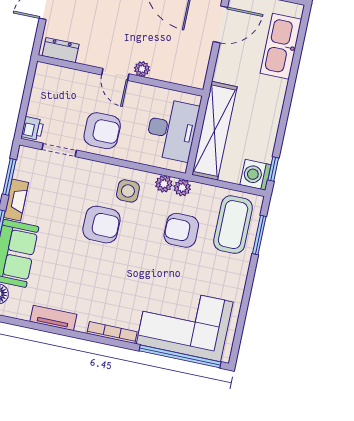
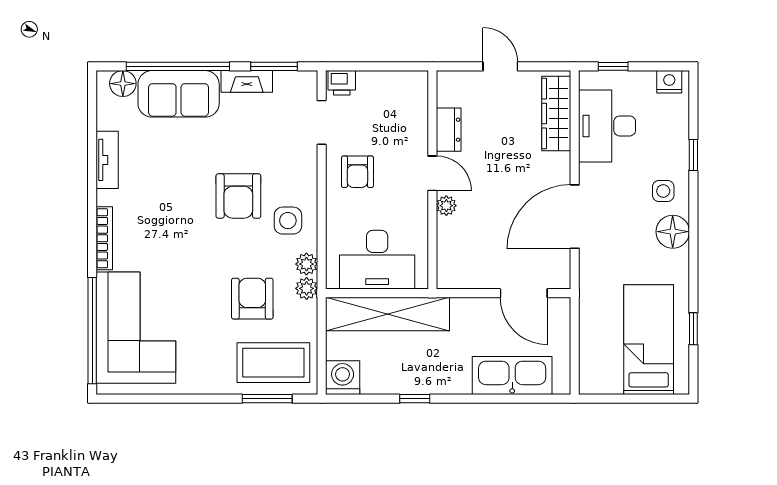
dresser: (61, 50) -> (449, 130), moved
door: (115, 74) -> (432, 173), swing flipped
armchair: (102, 131) -> (357, 172), width x0.72, depth x0.72
window: (273, 169) -> (415, 399), moved

